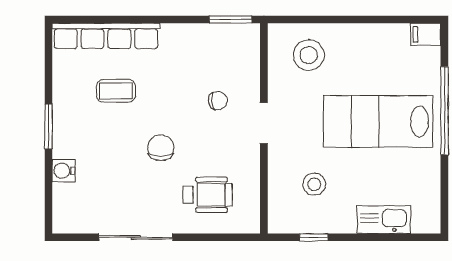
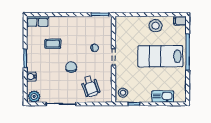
row of seats: (106, 36) -> (38, 21), width x0.50
stool: (309, 55) -> (156, 26), moved
stool: (314, 184) -> (123, 93), moved
wheelchair: (208, 195) -> (90, 86), turned 71
plant: (70, 219) -> (34, 96), added

